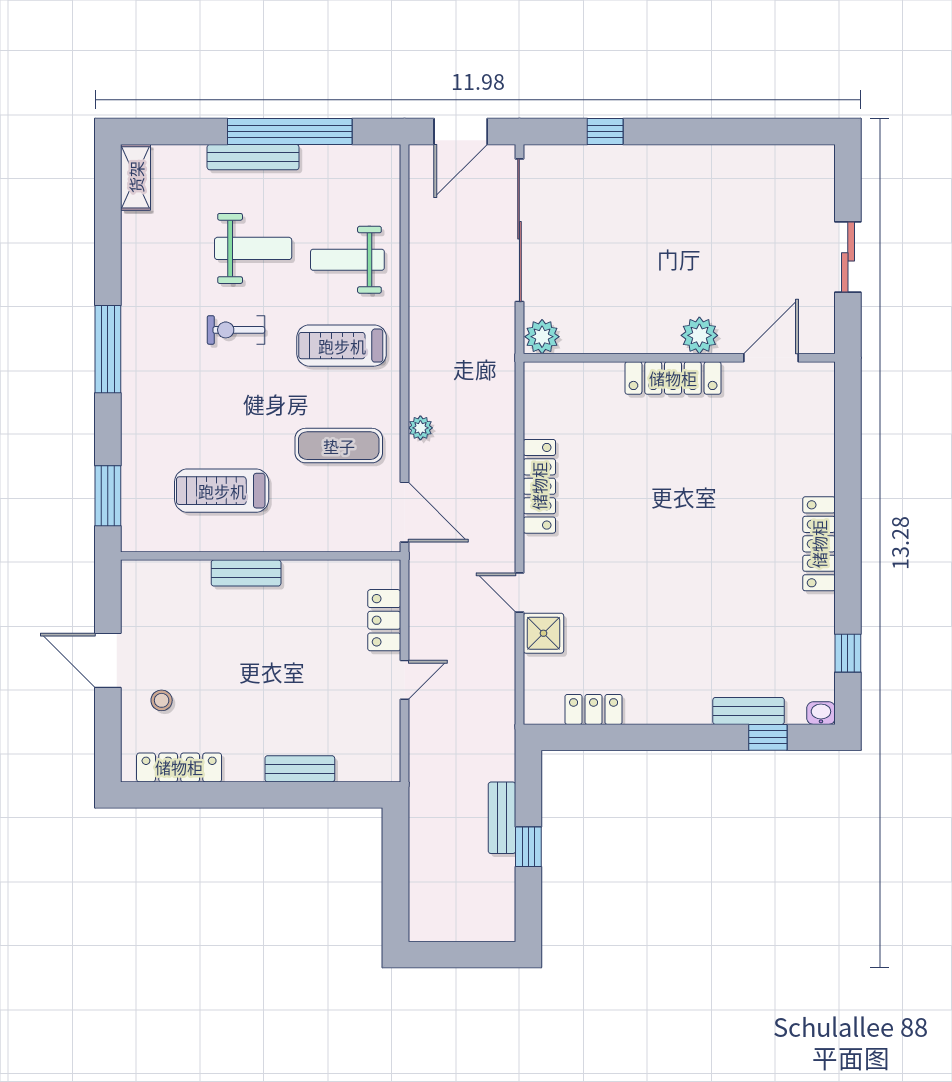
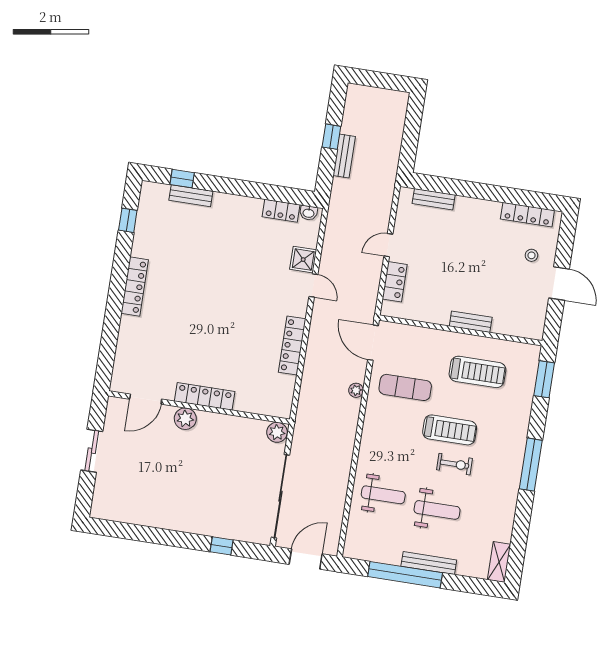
weight bench: (253, 248) -> (437, 510), turned 180
treadmill: (342, 346) -> (450, 430), moved
washbasin: (821, 713) -> (309, 213), moved
bench: (300, 769) -> (434, 199), moved

